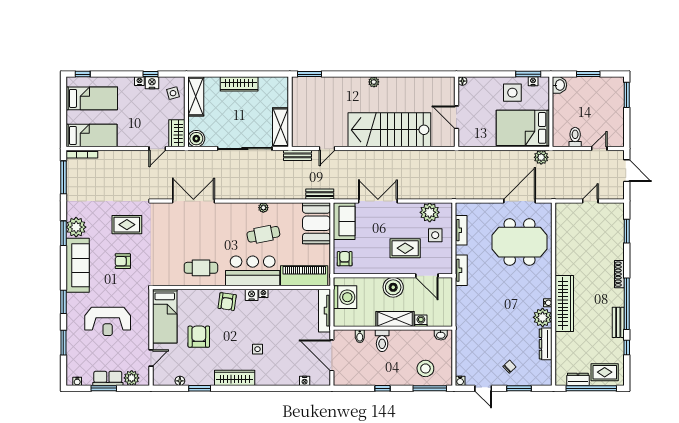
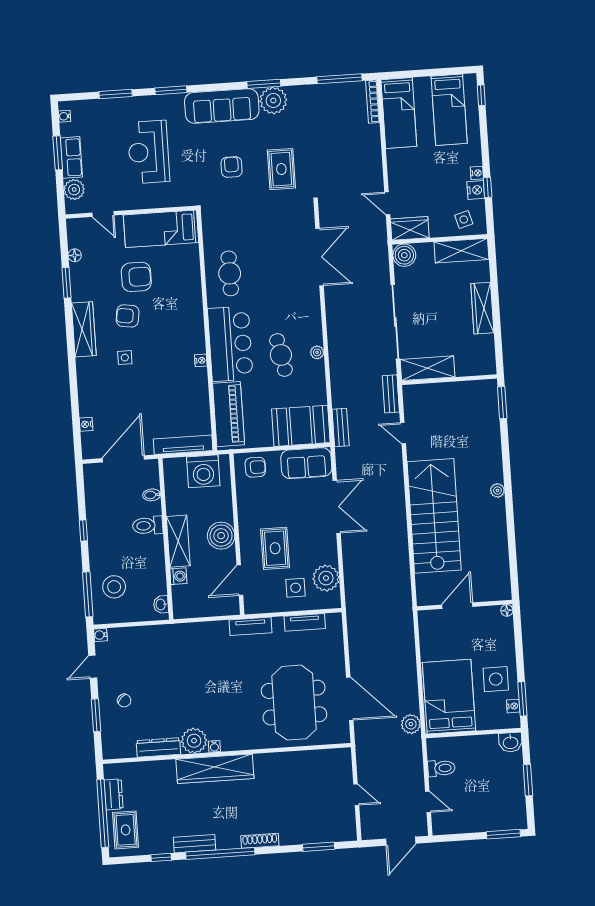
nightstand: (252, 295) -> (198, 344), removed
armchair: (227, 302) -> (128, 316), moved

